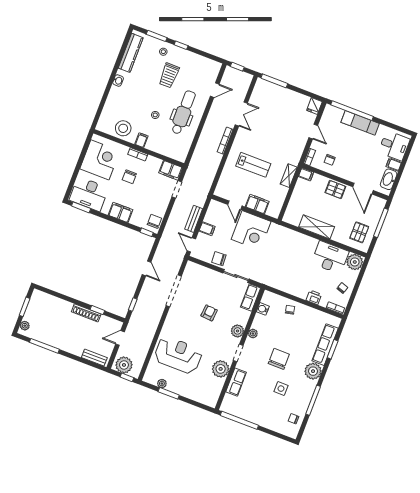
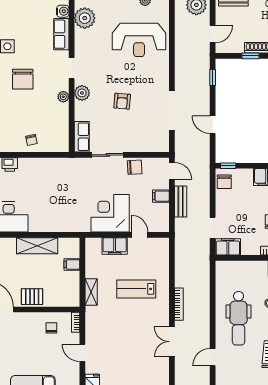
filing cabinet: (306, 174) -> (72, 264), moved
water cooler: (263, 309) -> (63, 11), moved
plant: (221, 369) -> (85, 18), moved

